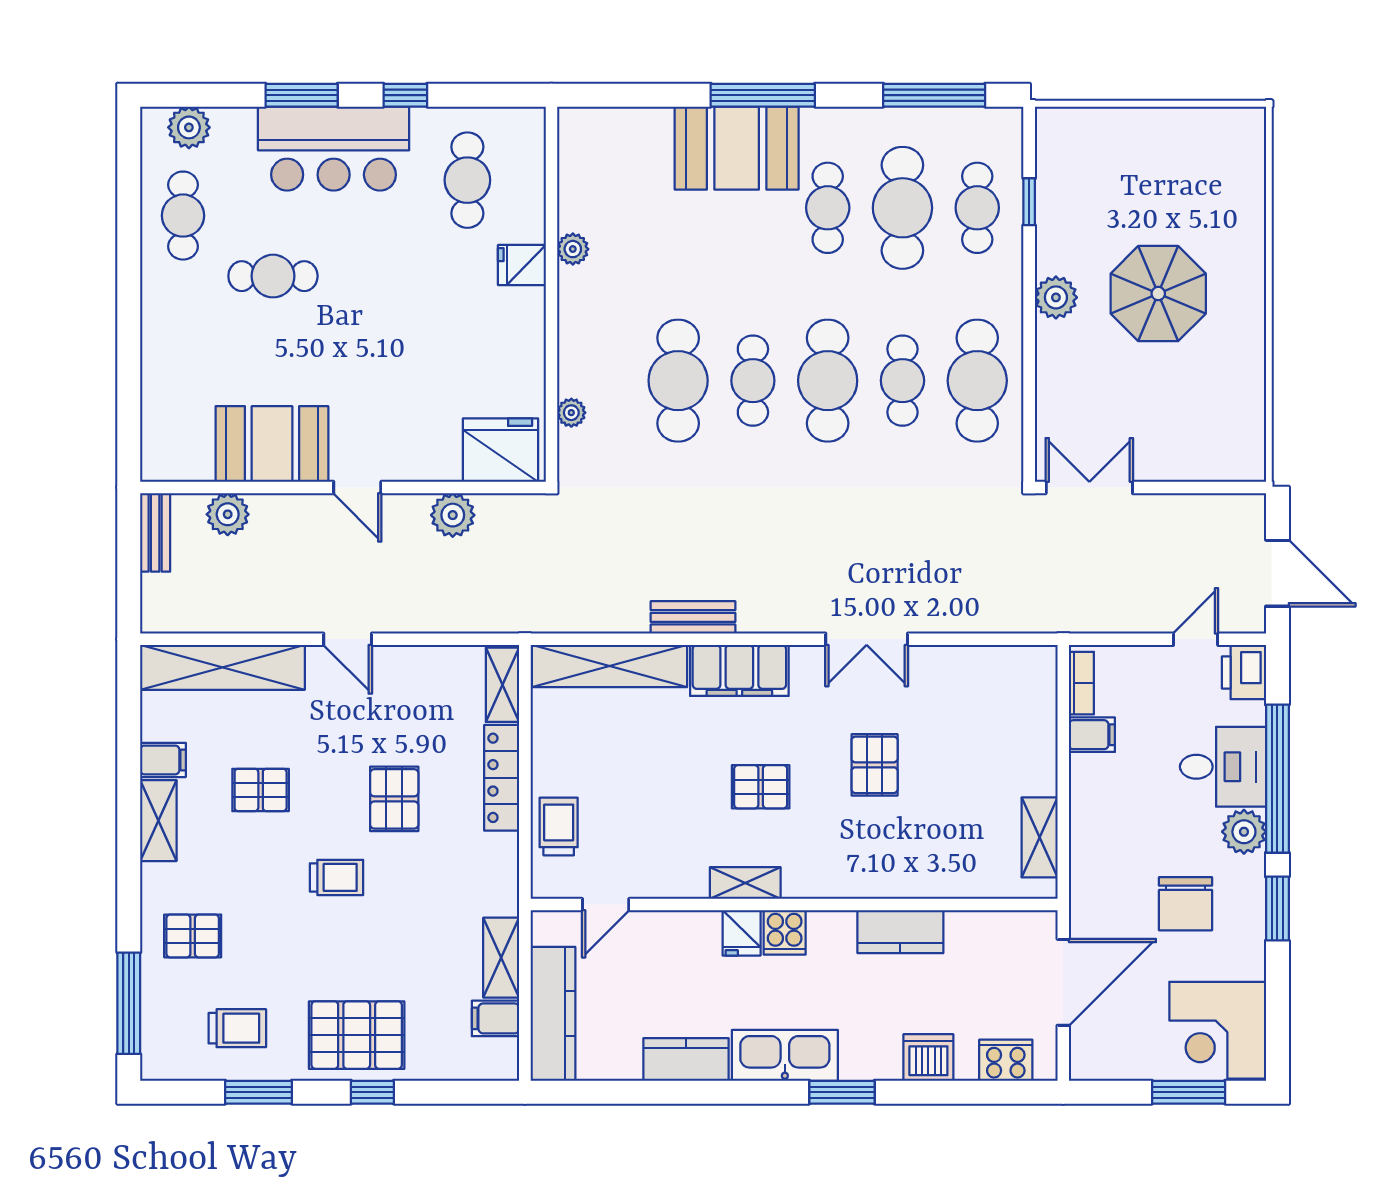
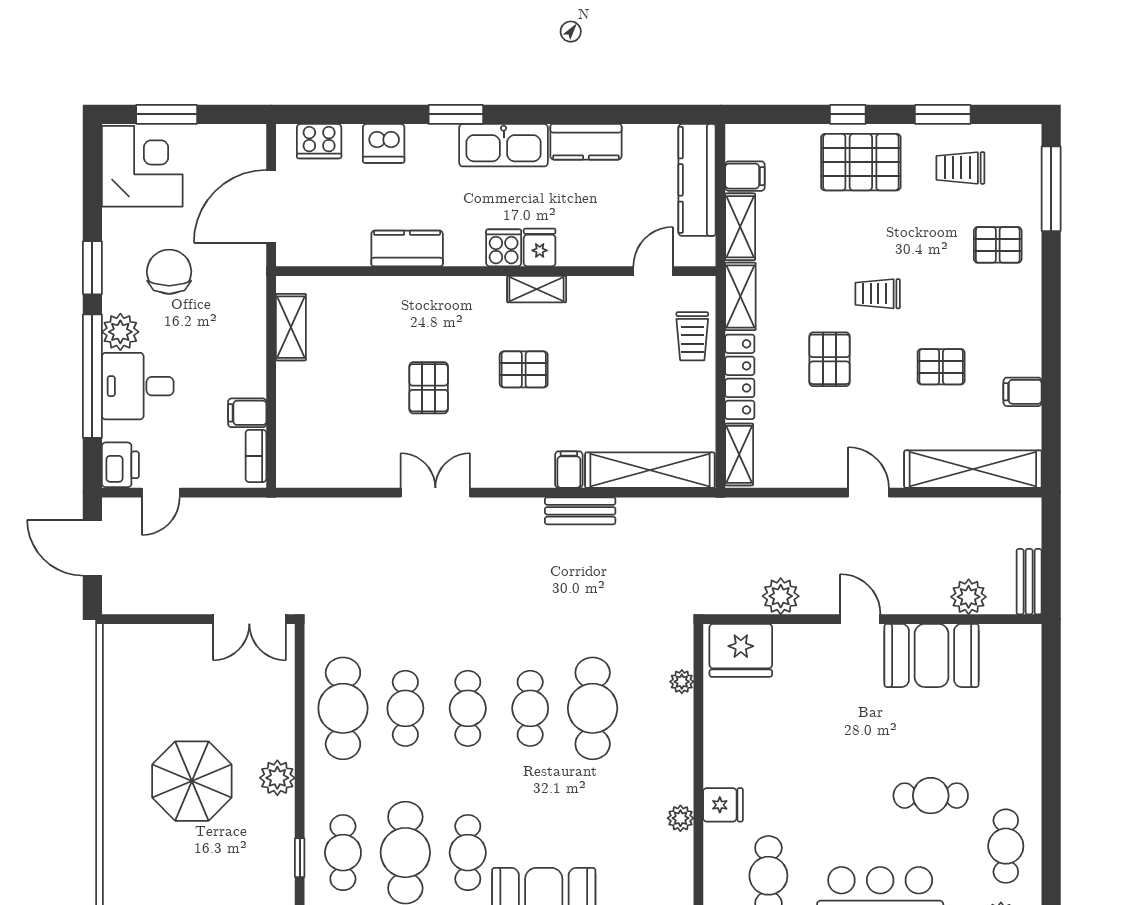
cafe table: (828, 381) -> (468, 708), width x0.73, depth x0.74
filing cabinet: (739, 670) -> (569, 470), width x0.33, depth x0.86
shelving: (158, 821) -> (740, 296), moved

